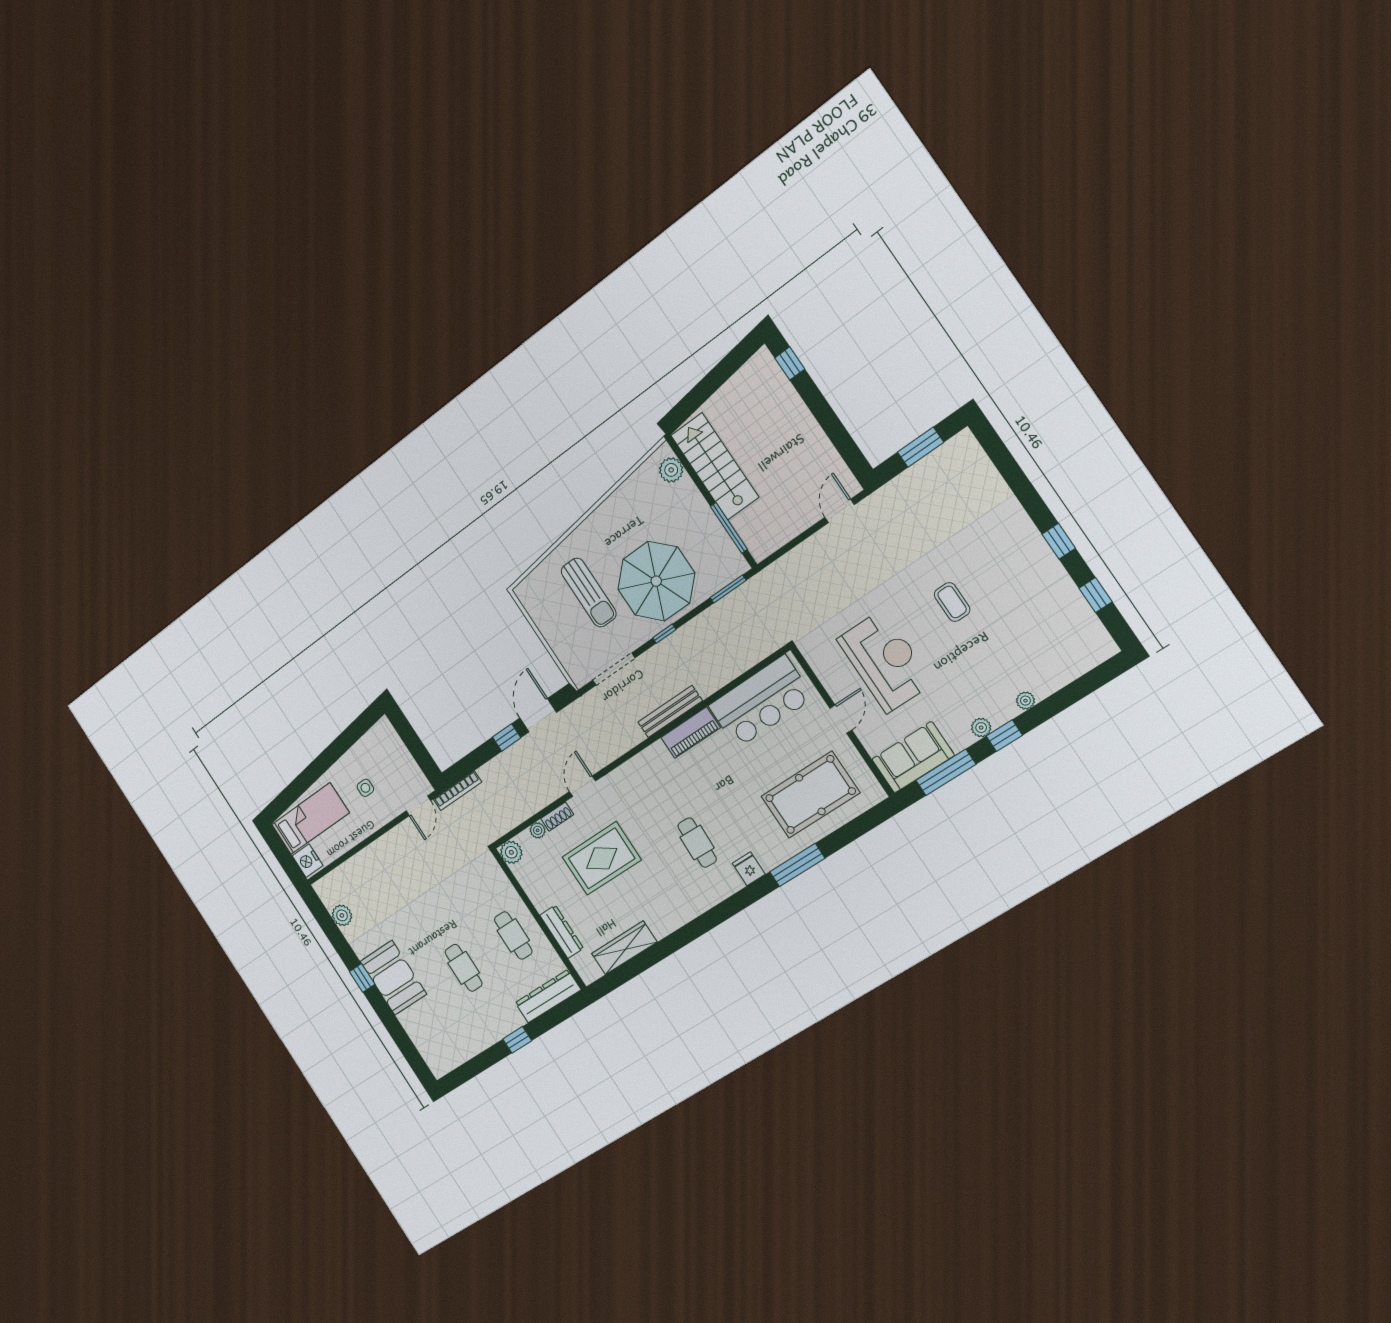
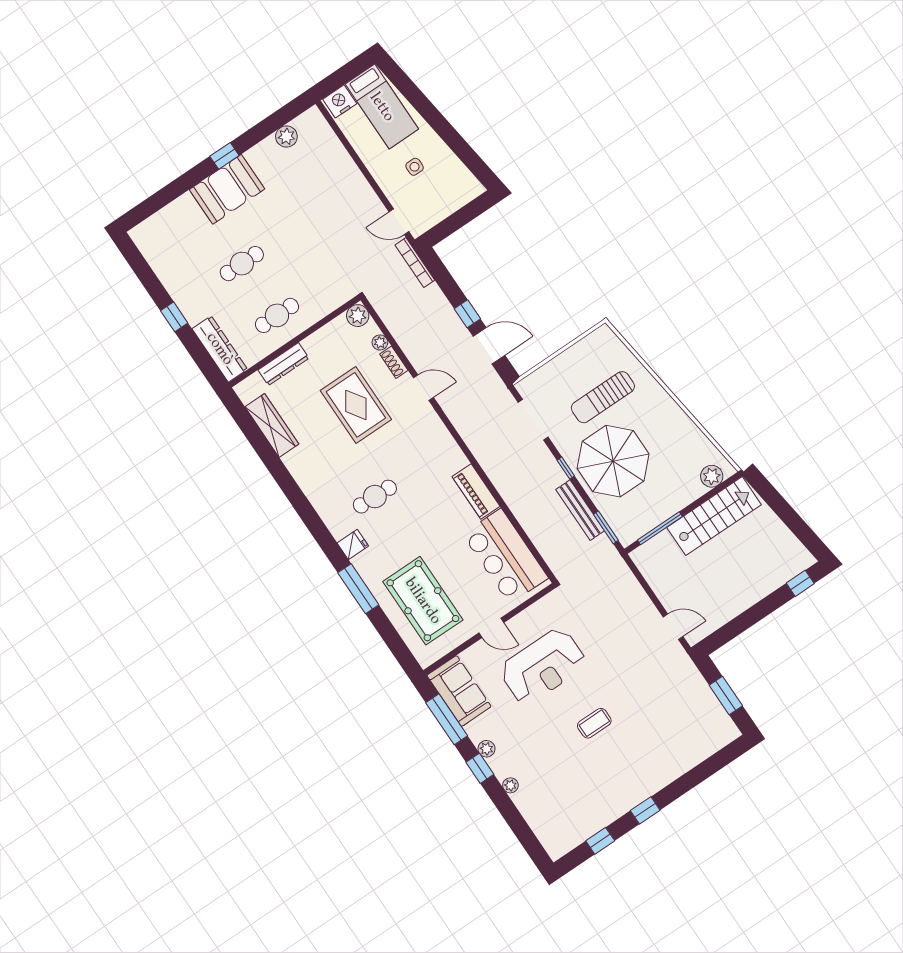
bench: (670, 711) -> (580, 510), moved

